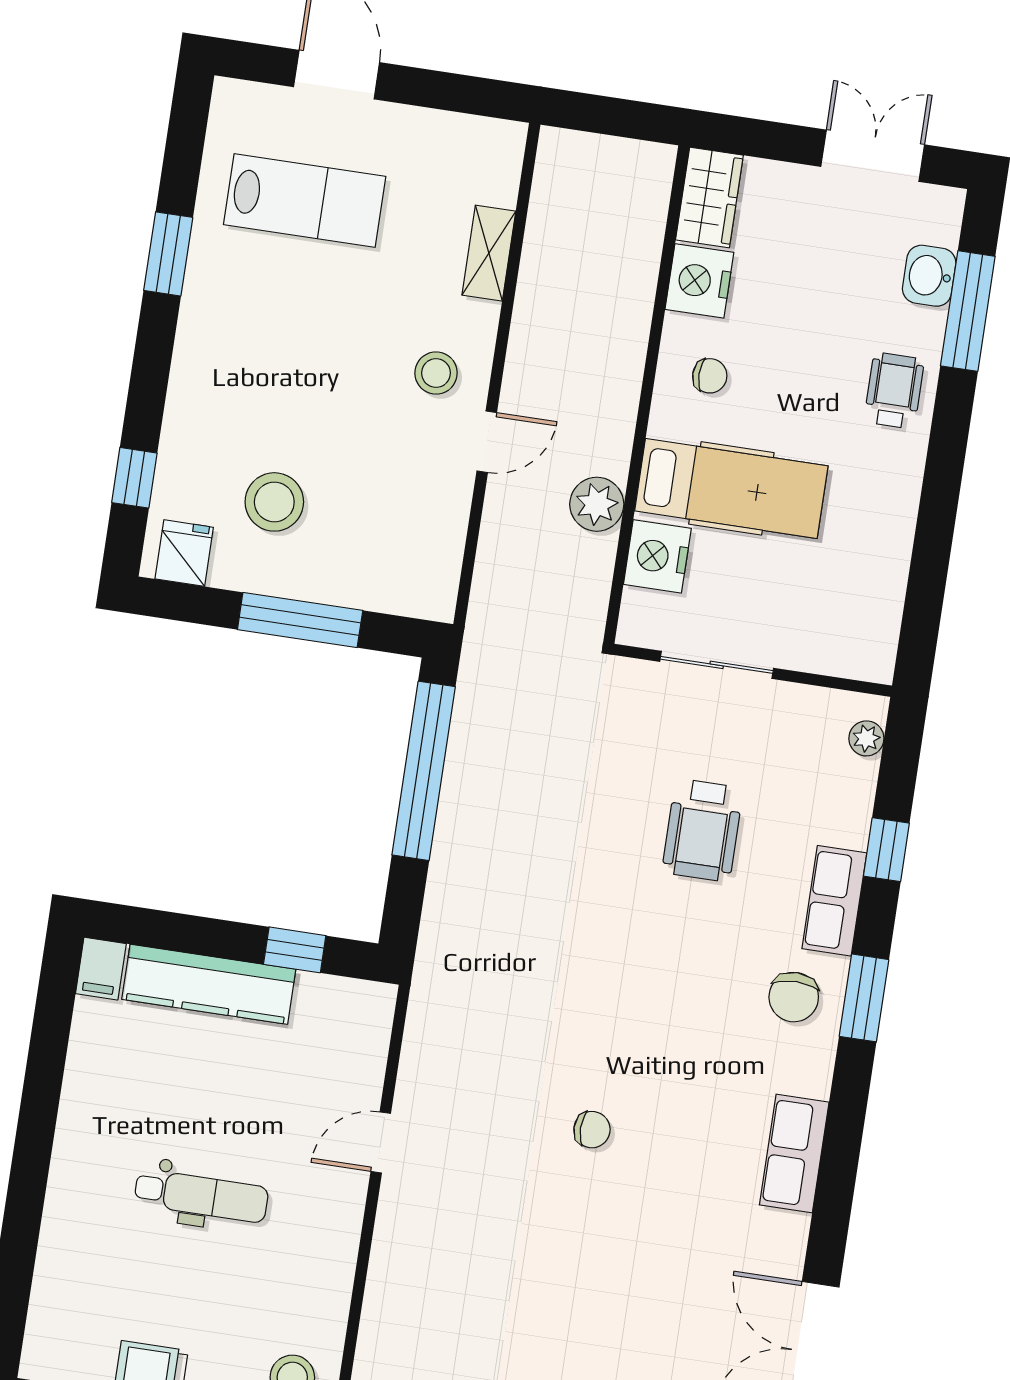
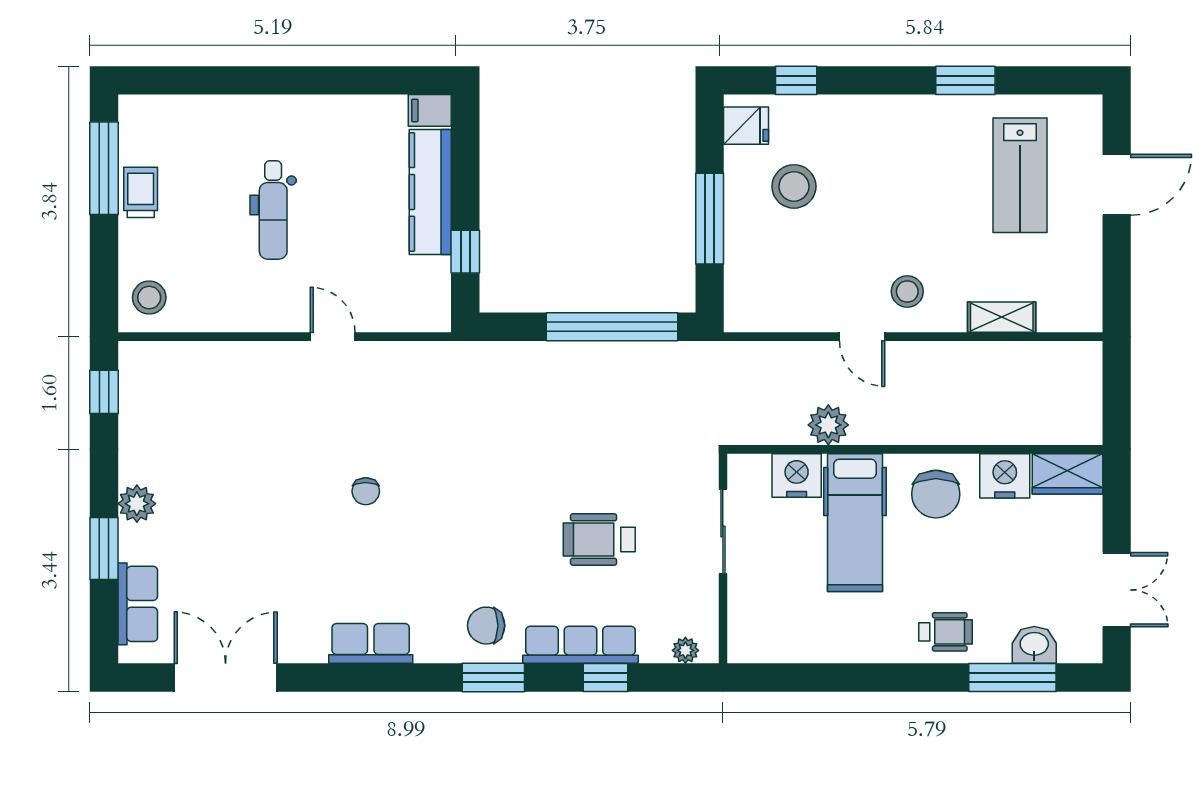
chair: (710, 376) -> (936, 494), width x1.87, depth x1.87
row of seats: (834, 901) -> (581, 645), width x1.48

